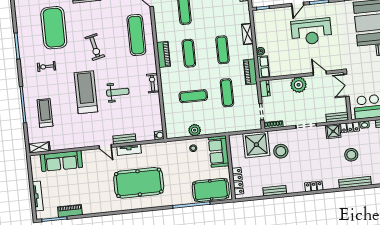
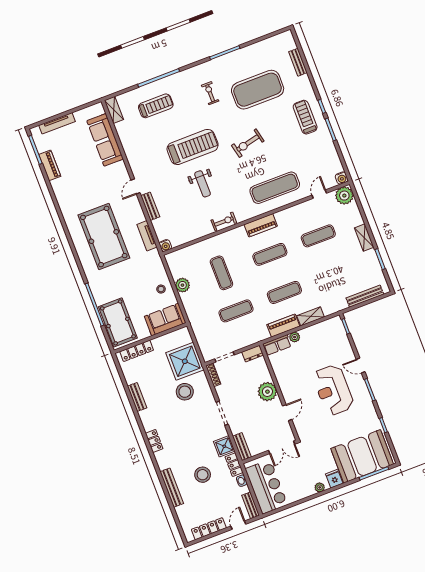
piano: (250, 72) -> (283, 326), moved
double door: (346, 85) -> (282, 447), swing flipped
tv unit: (129, 150) -> (147, 236), moved

